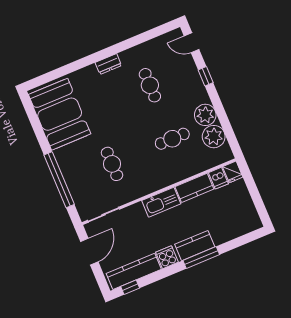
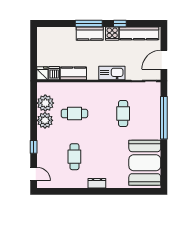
kitchen sink: (161, 202) -> (112, 73), moved
window: (130, 287) -> (120, 24), moved

